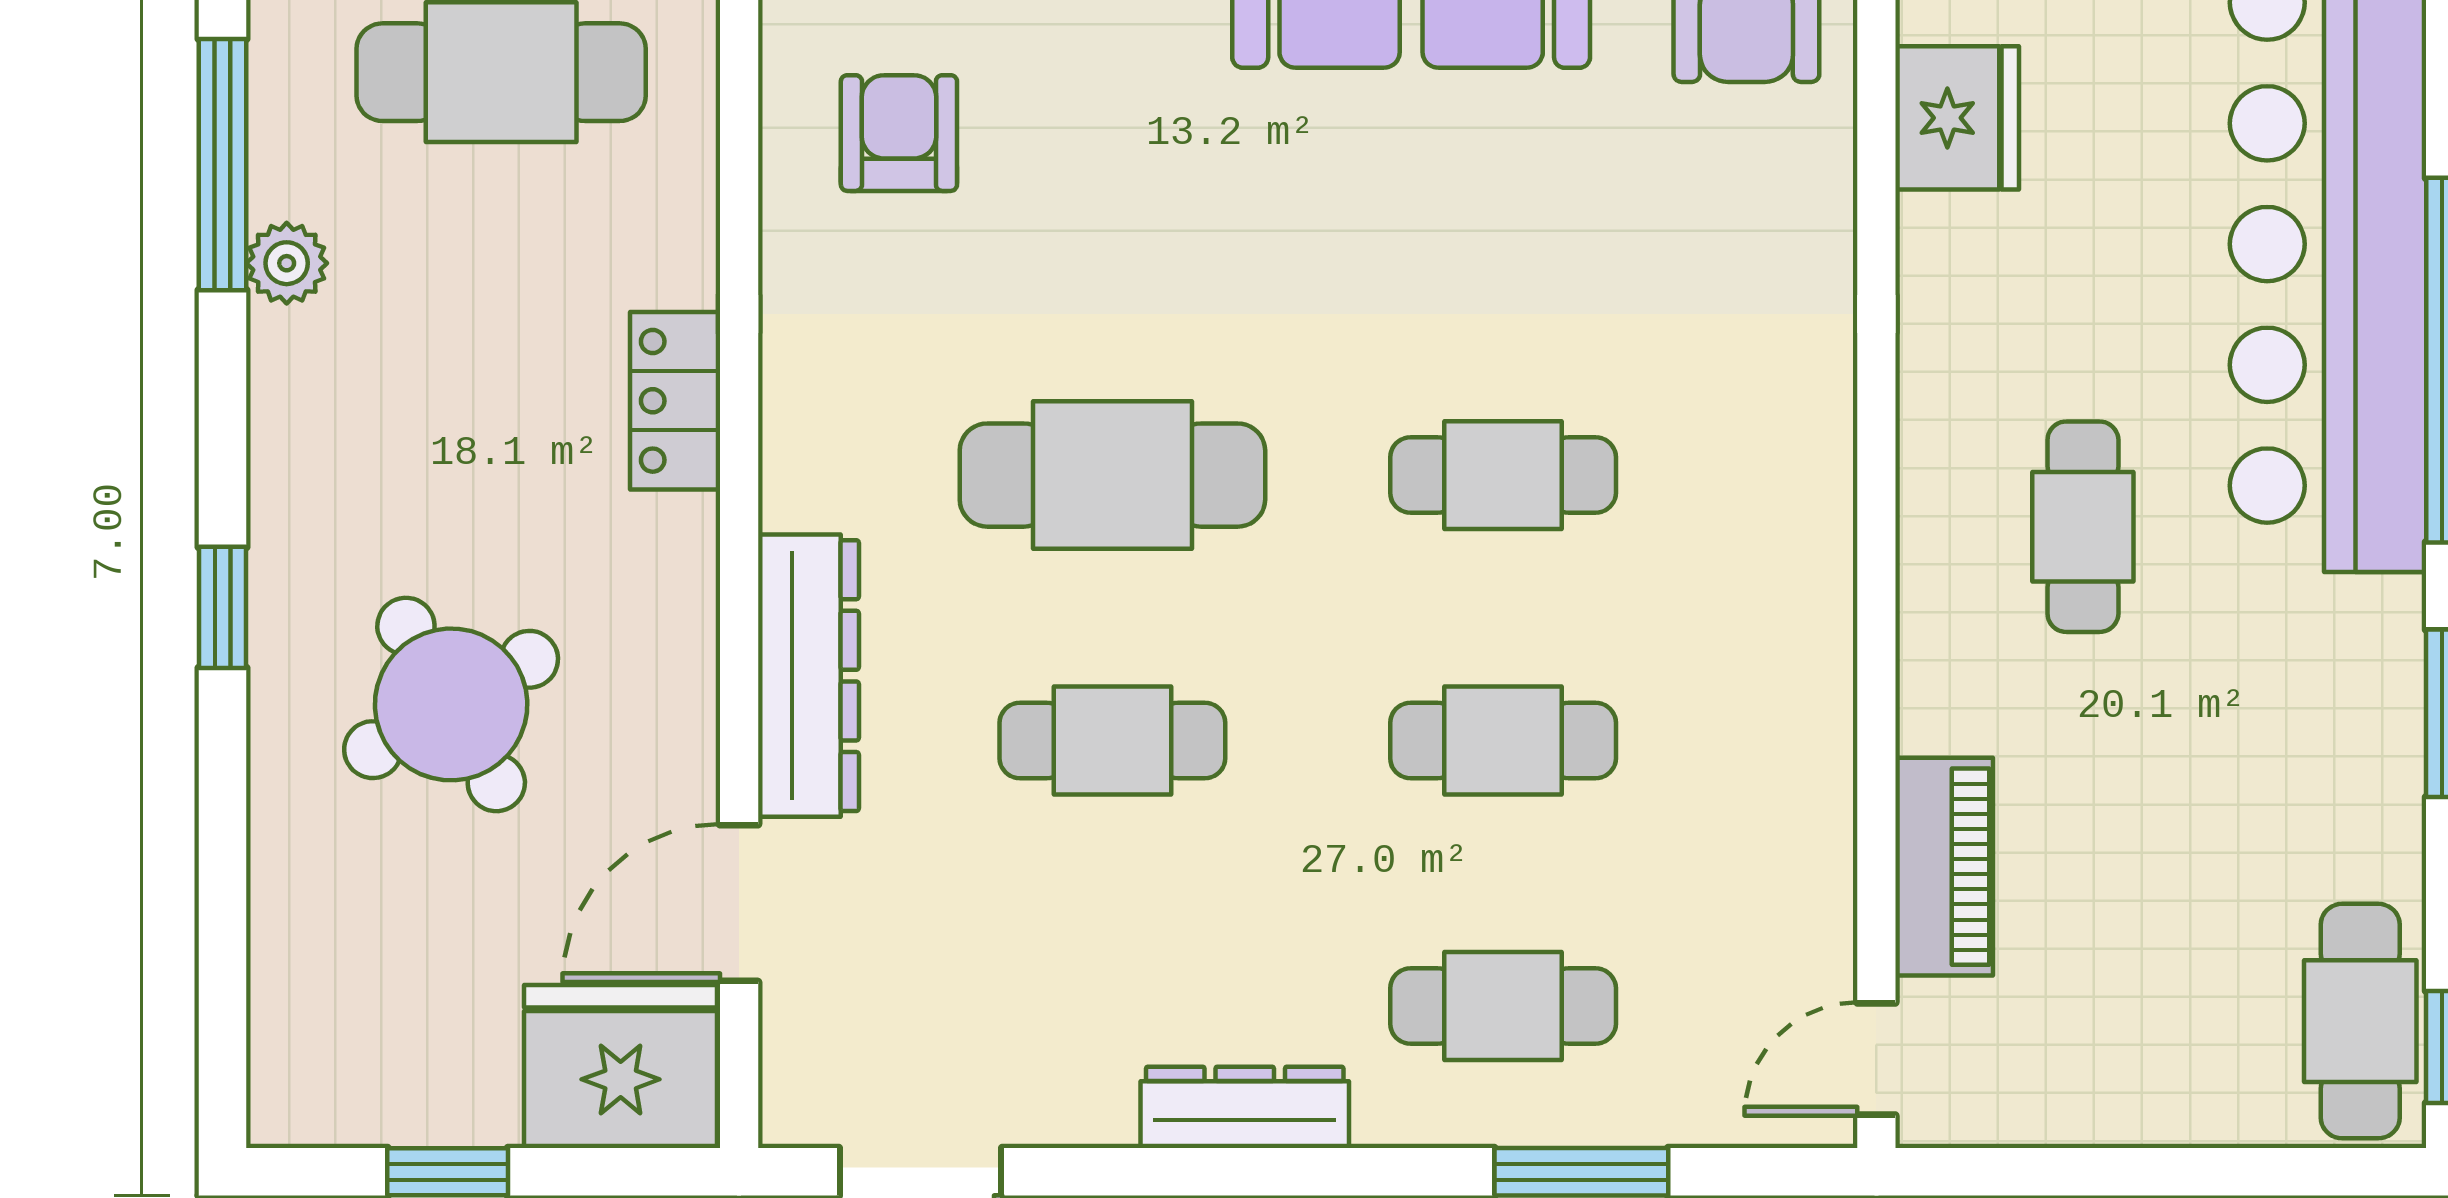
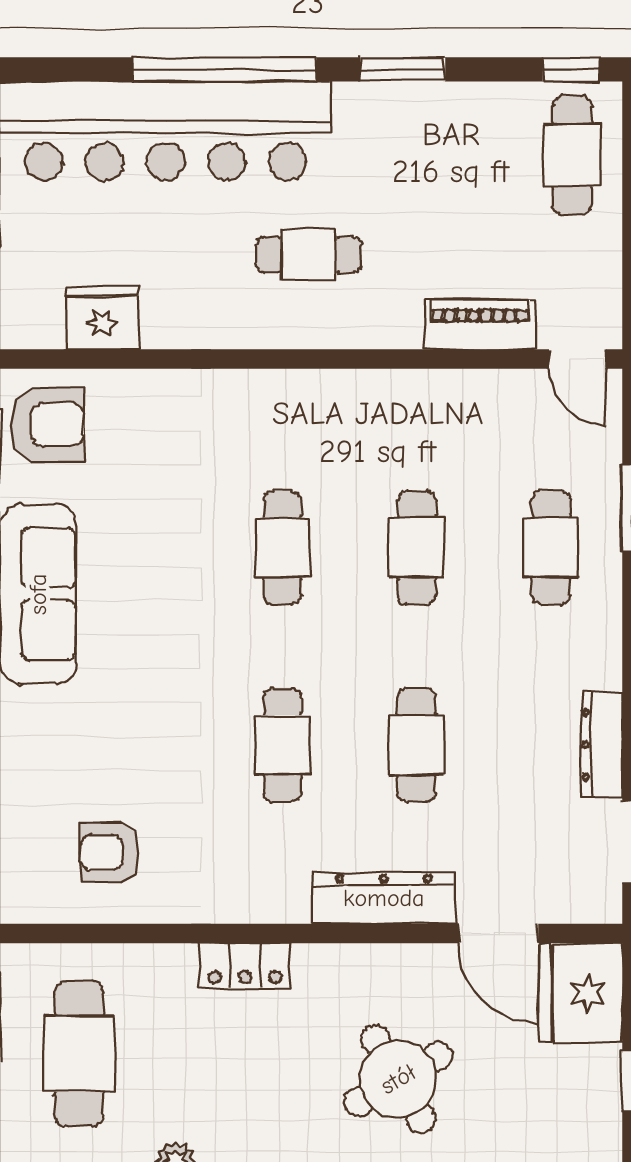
cafe table: (1112, 475) -> (282, 745), width x0.73, depth x0.74
cafe table: (2360, 1021) -> (572, 155), moved, turned 90
dresser: (1245, 1107) -> (602, 745), moved

